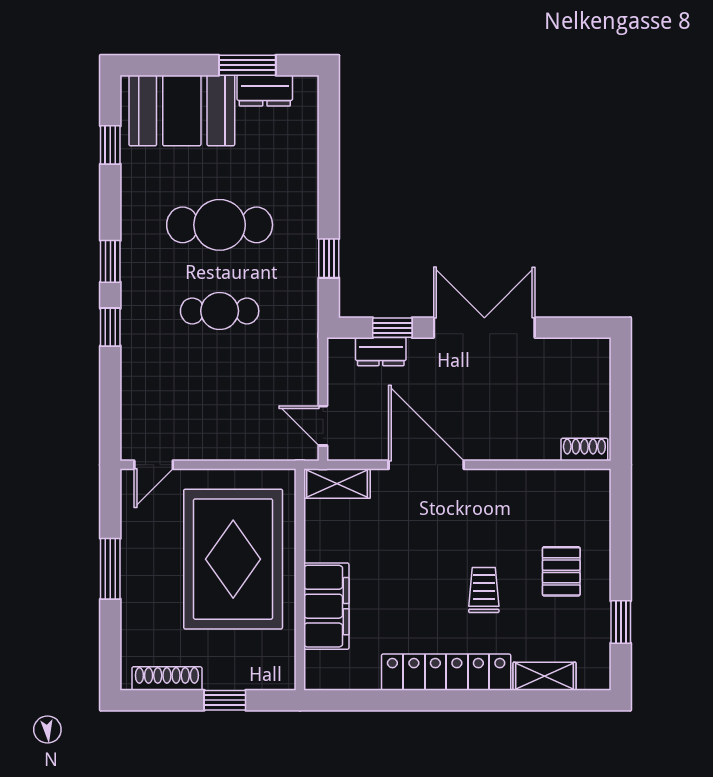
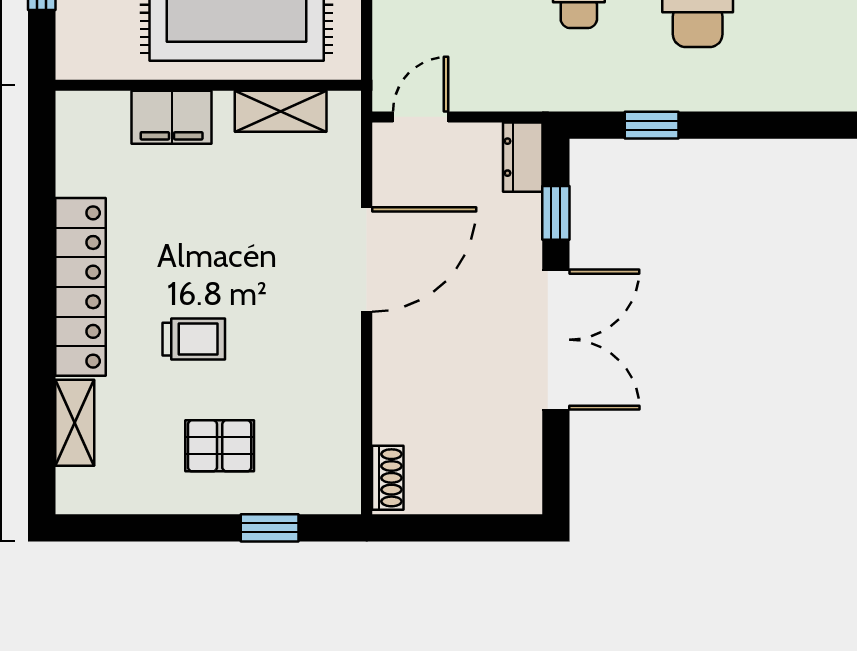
dresser: (381, 352) -> (523, 157), moved
shelving: (337, 484) -> (281, 111), moved, turned 90
filing cabinet: (326, 606) -> (172, 117), width x0.67, depth x0.86
window: (621, 622) -> (270, 528), moved

